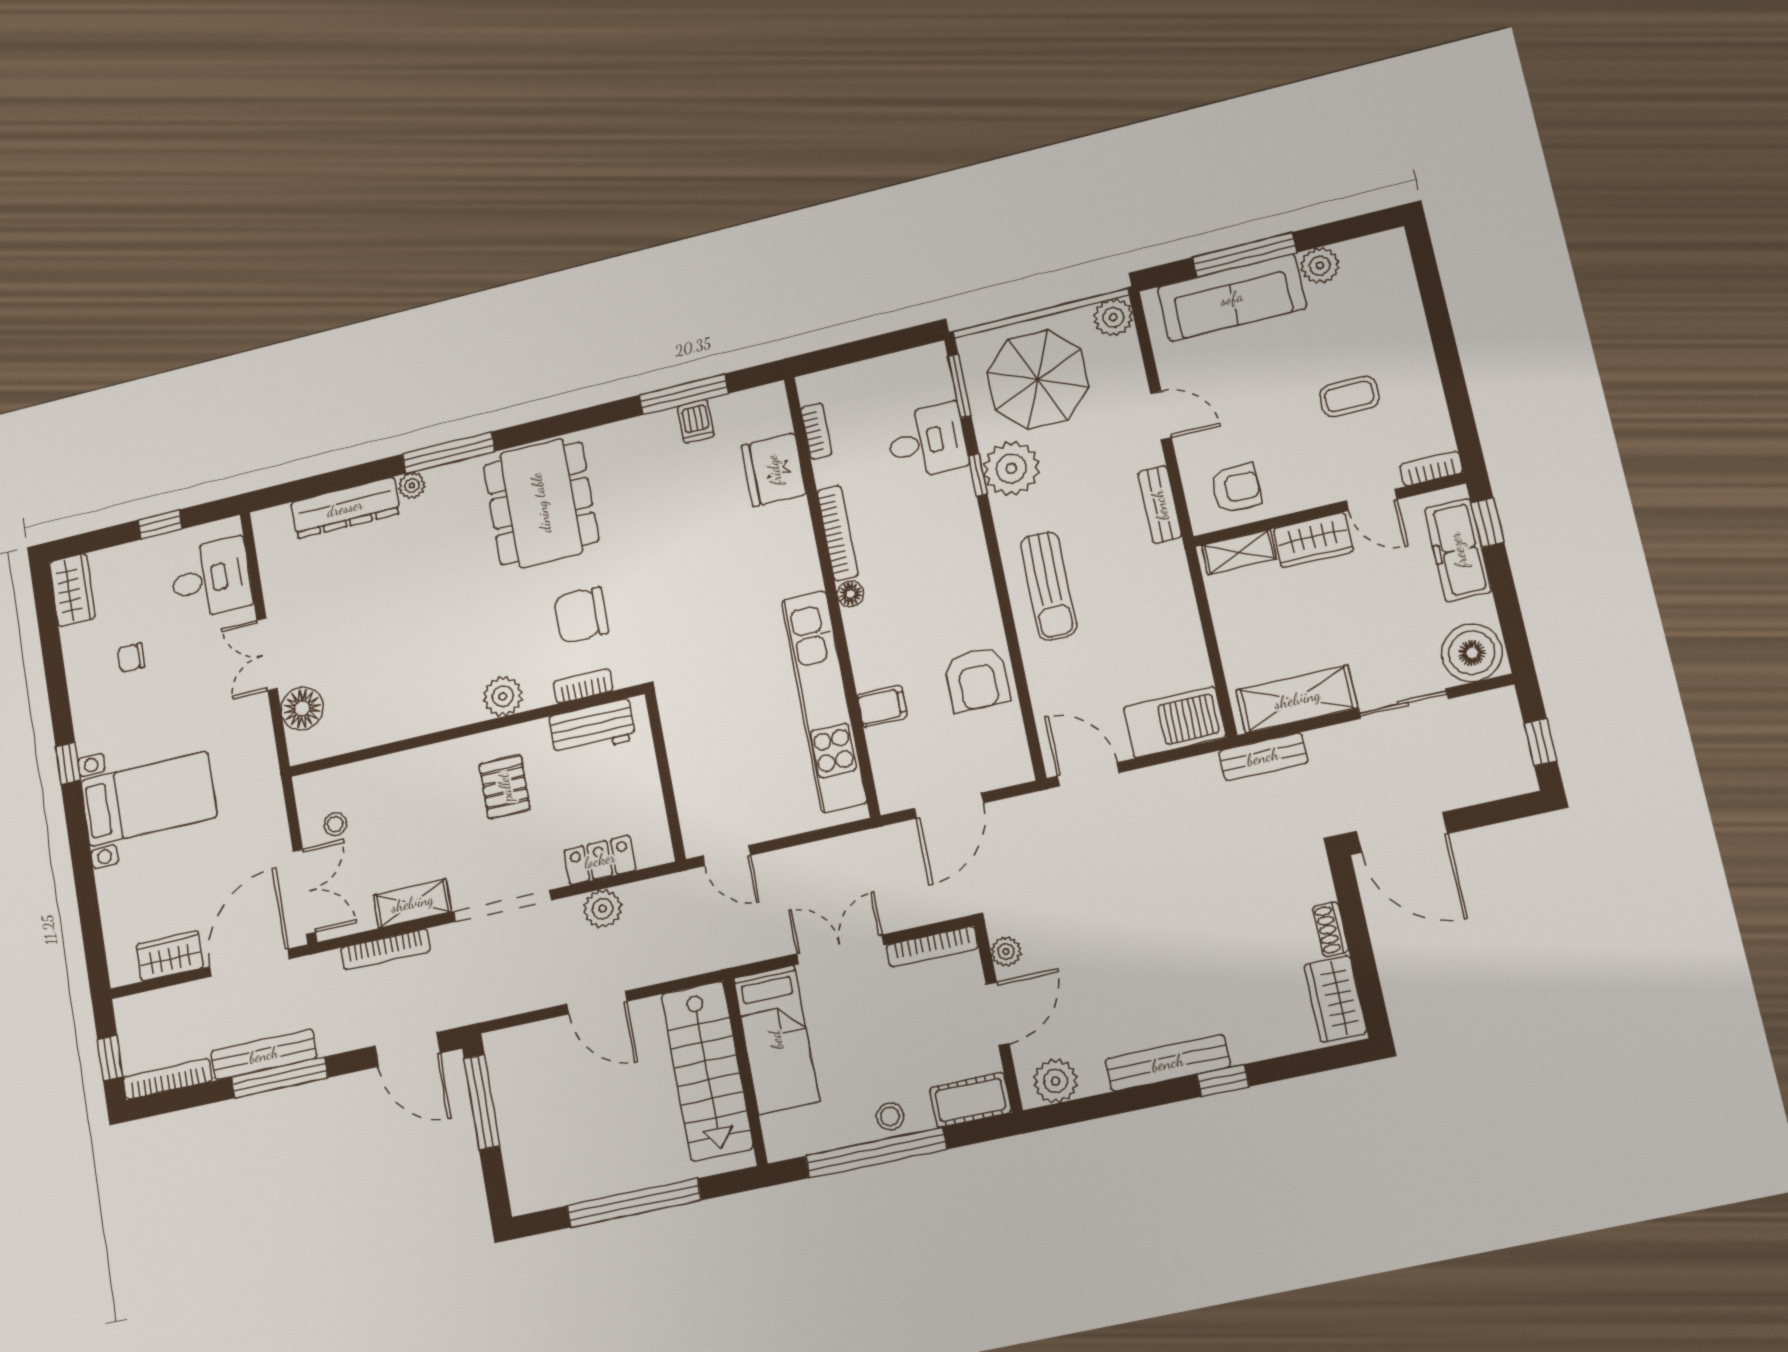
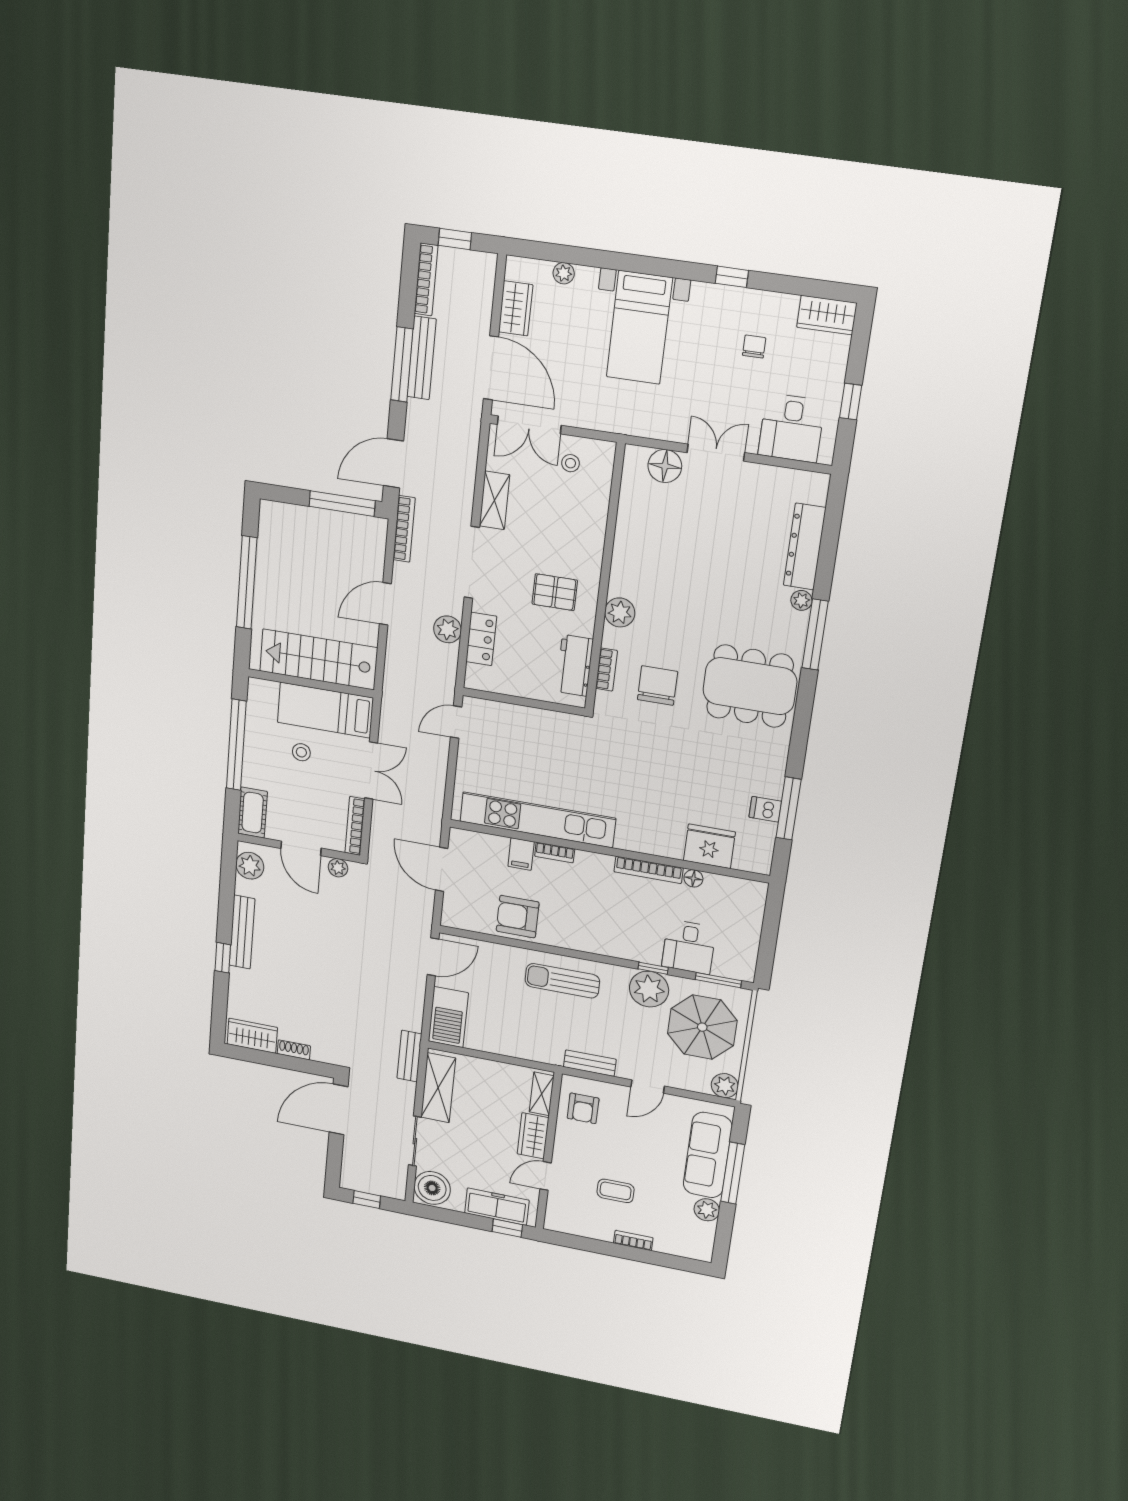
coffee table: (1349, 397) -> (616, 1191), turned 90
bookcase: (816, 431) -> (555, 852), moved
bookcase: (1431, 469) -> (633, 1240), moved, turned -90
floor lamp: (850, 594) -> (693, 878), moved
window: (68, 764) -> (732, 277), moved
plant: (112, 911) -> (564, 273), added
bookcase: (386, 949) -> (404, 529), moved, turned 180
stool: (890, 1116) -> (301, 752), moved

